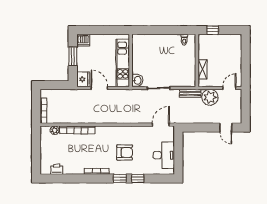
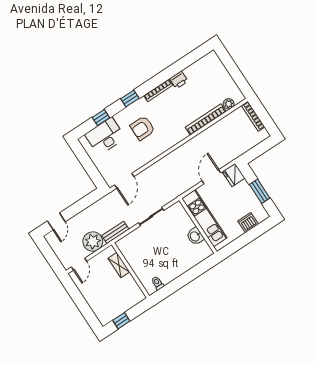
window: (213, 30) -> (121, 321), moved
dishwasher: (83, 40) -> (248, 223), moved
washbasin: (137, 80) -> (195, 236), moved
door: (99, 88) -> (211, 177), swing flipped
door: (226, 128) -> (56, 221), swing flipped
desk: (164, 155) -> (105, 136), moved, turned 90
printer: (57, 169) -> (179, 80), moved
window: (138, 179) -> (101, 118), moved

